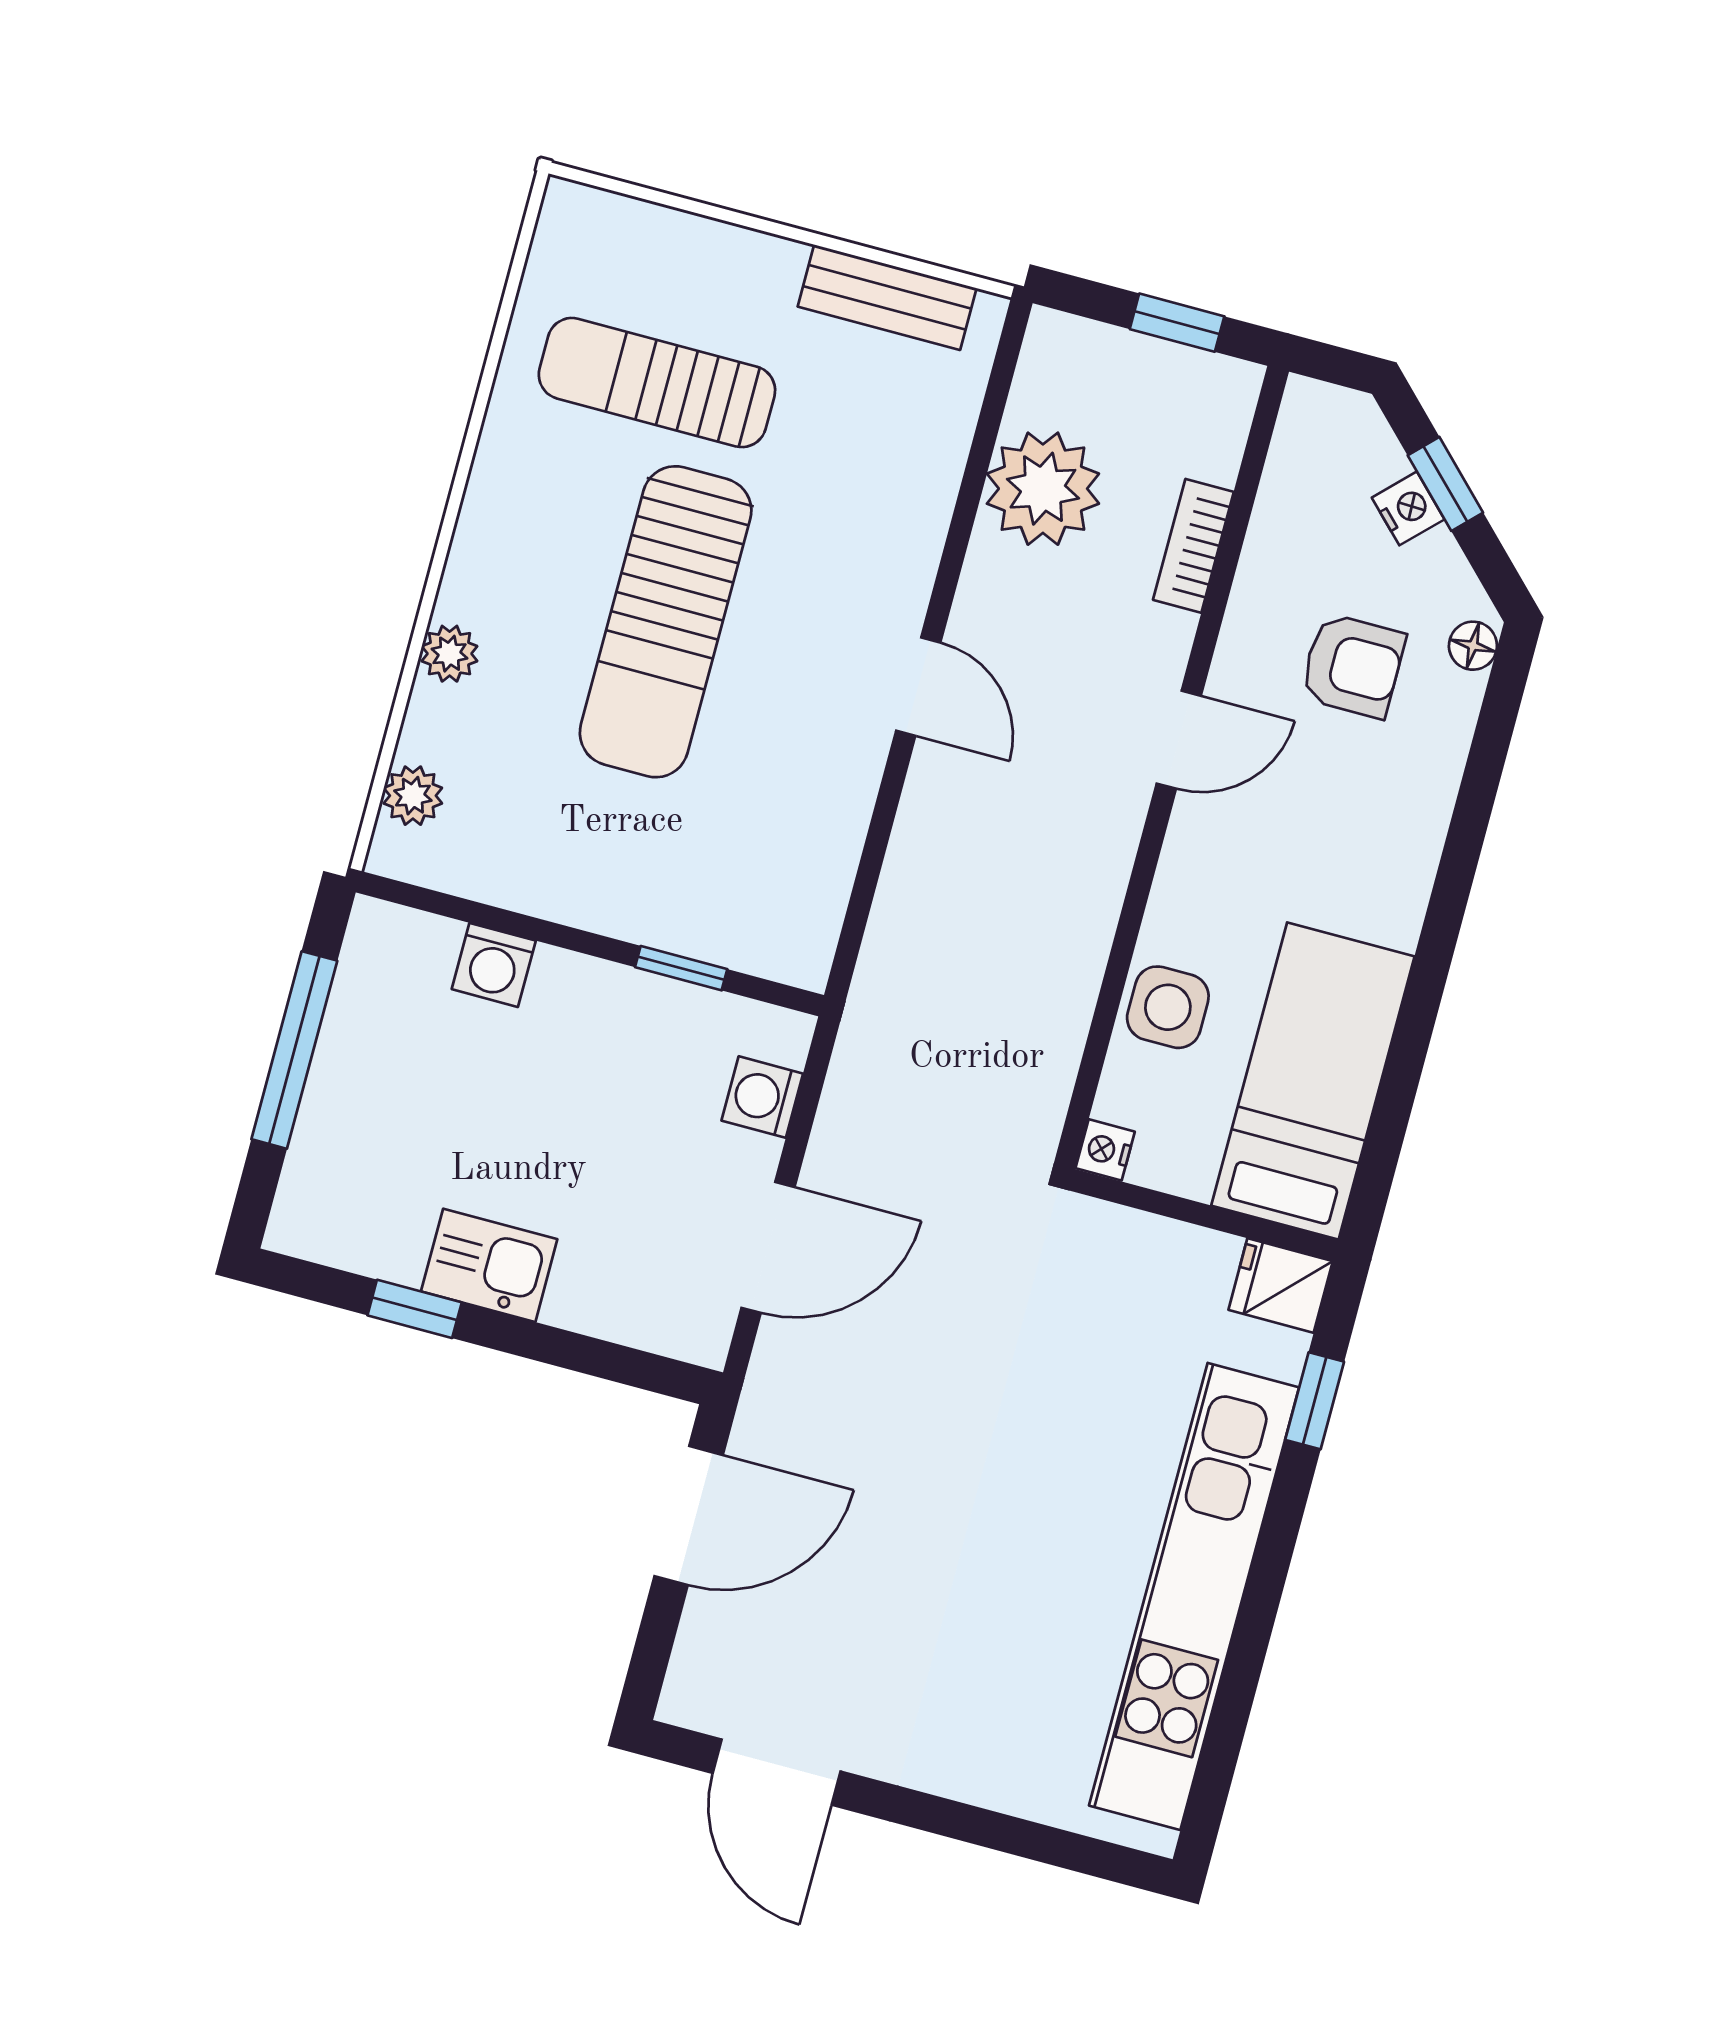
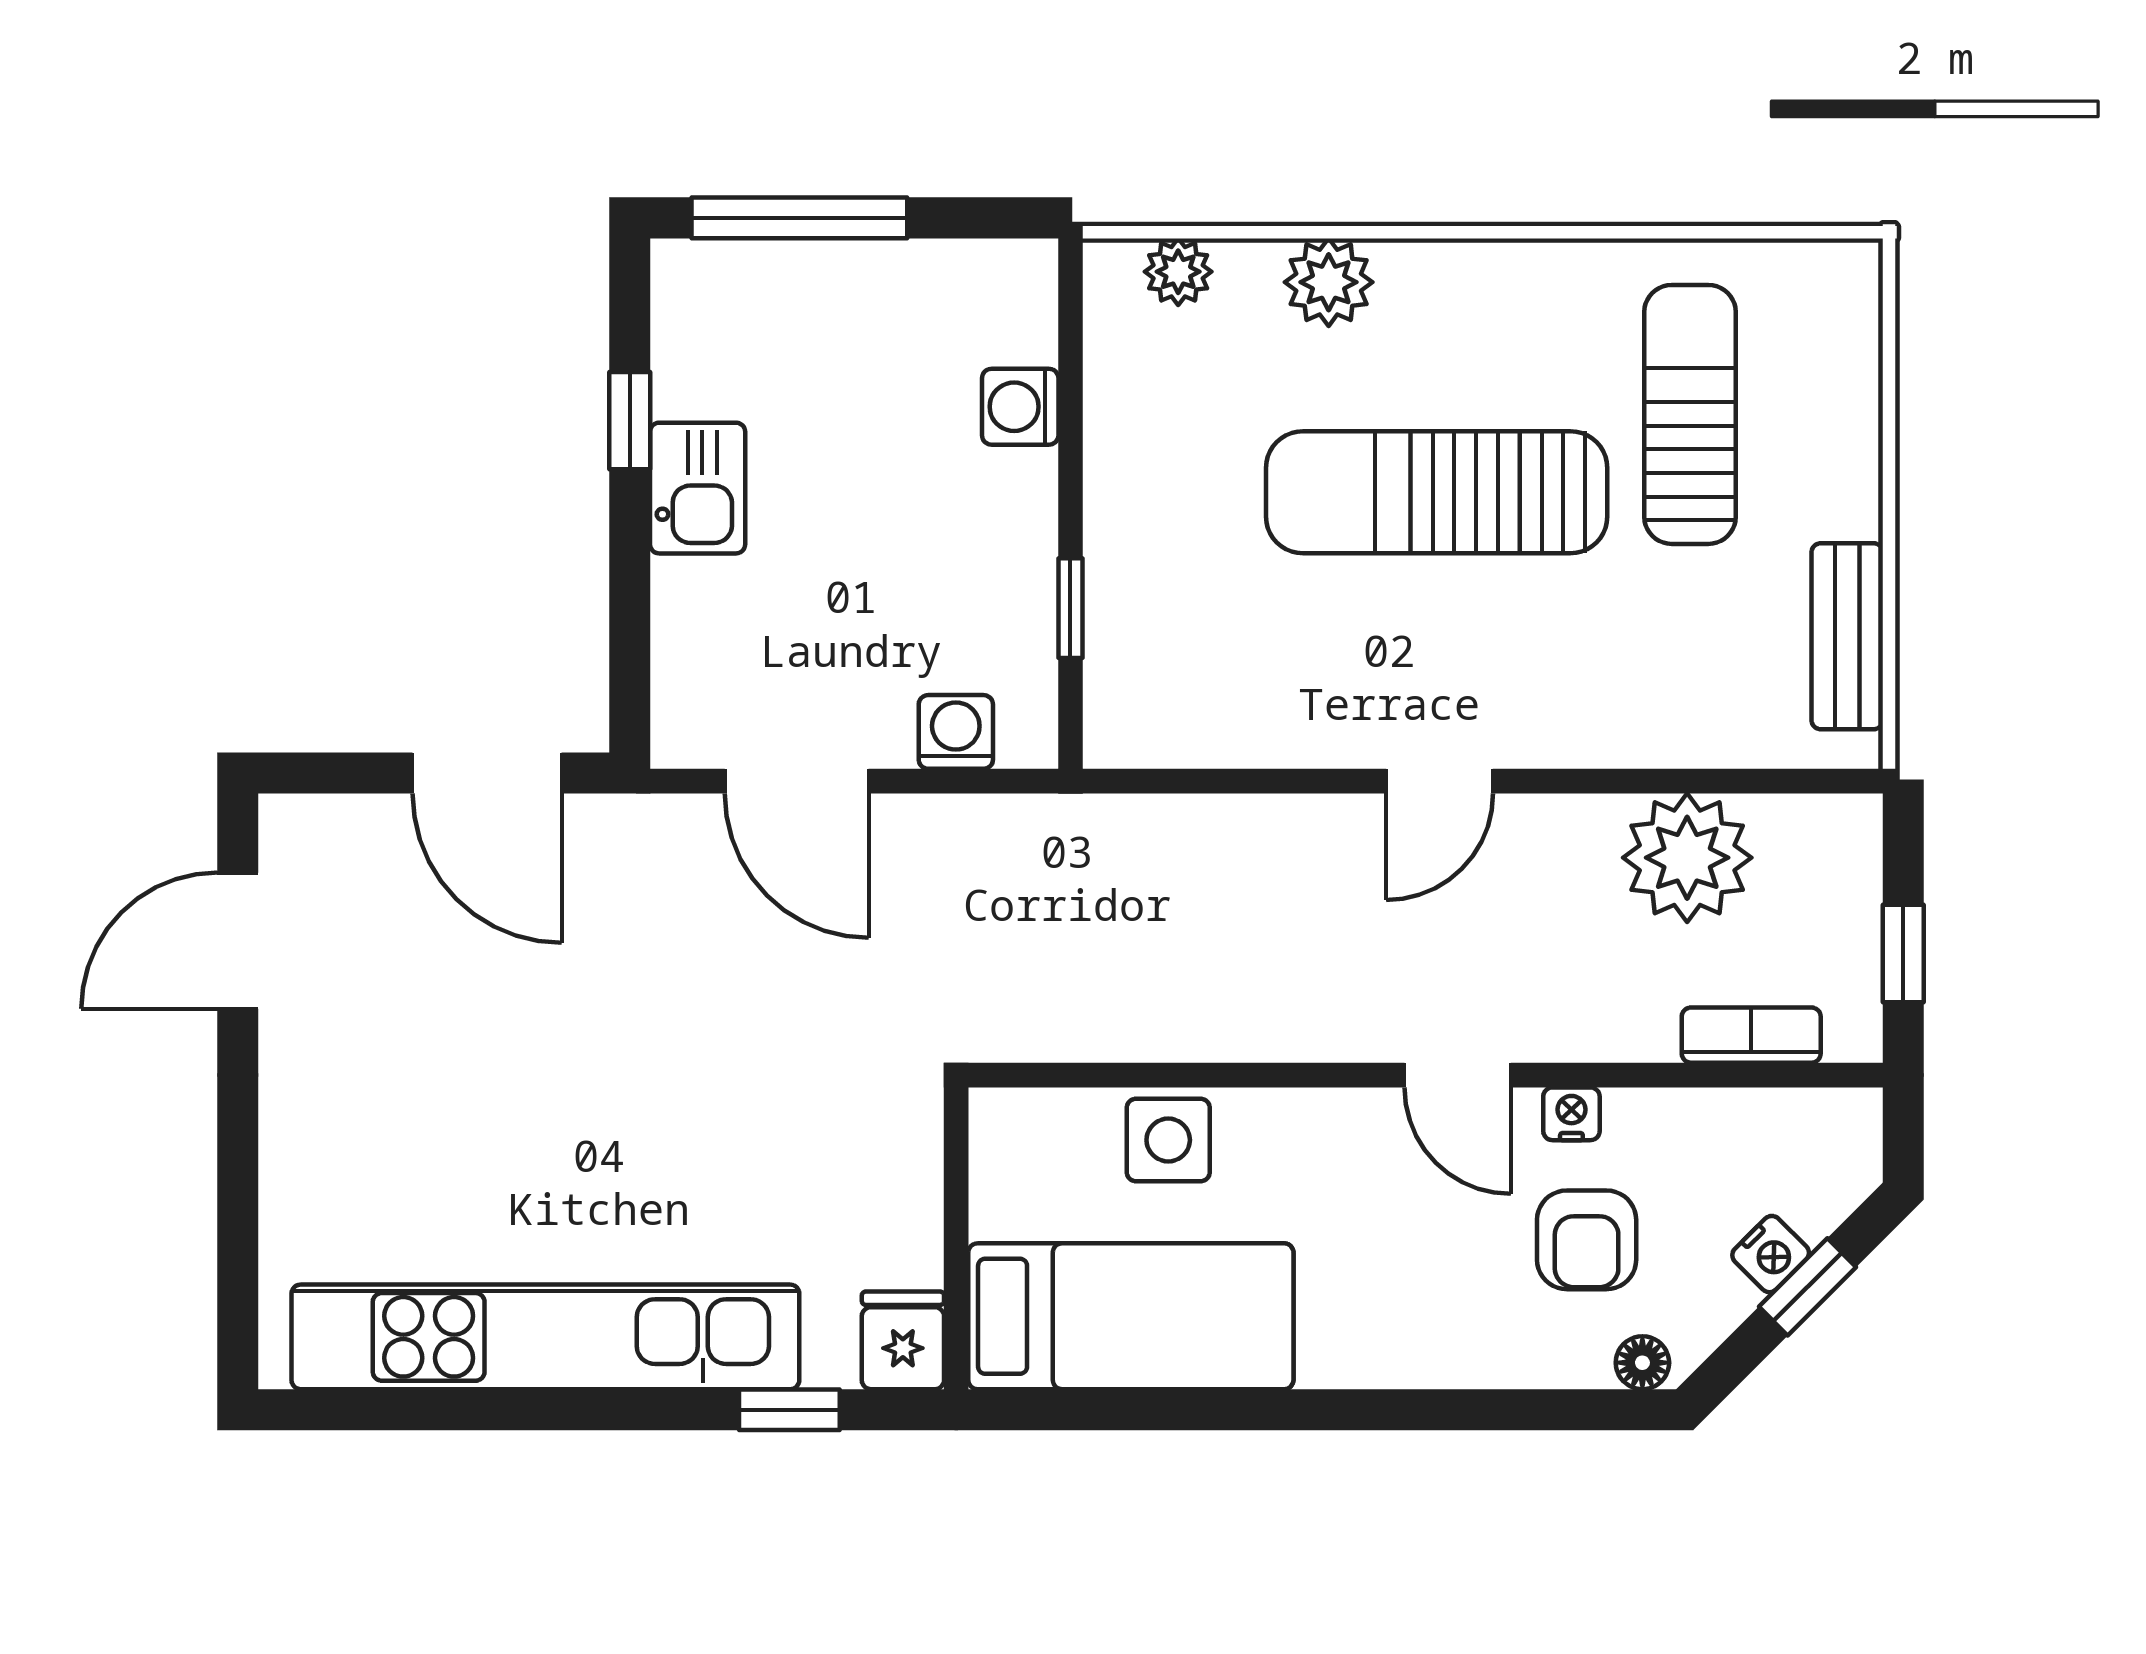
bookcase: (1193, 546) -> (1751, 1035), moved
plant: (450, 654) -> (1329, 282), width x1.38, depth x1.38
window: (294, 1050) -> (799, 218), moved
nightstand: (1105, 1150) -> (1571, 1114), moved

